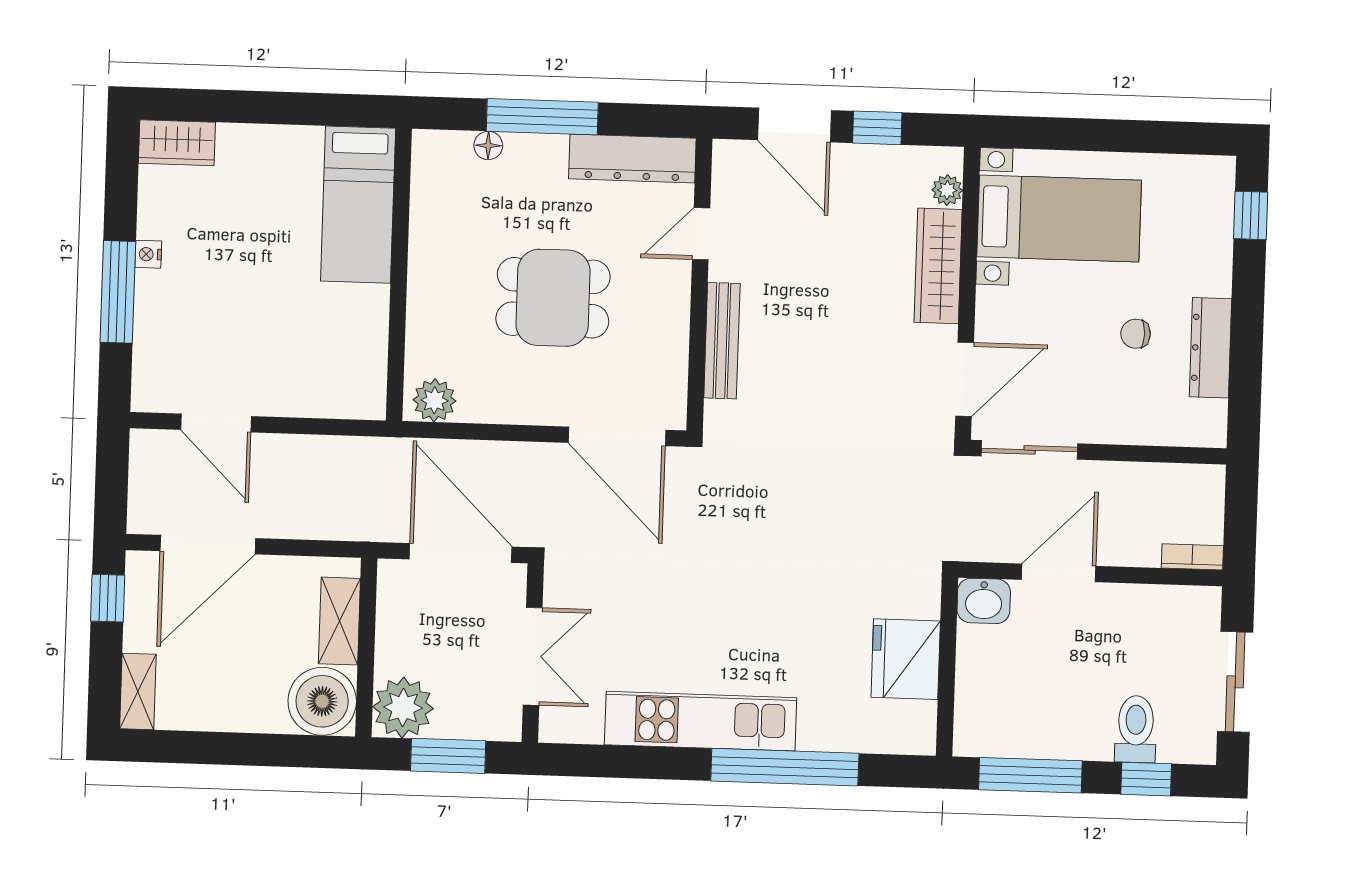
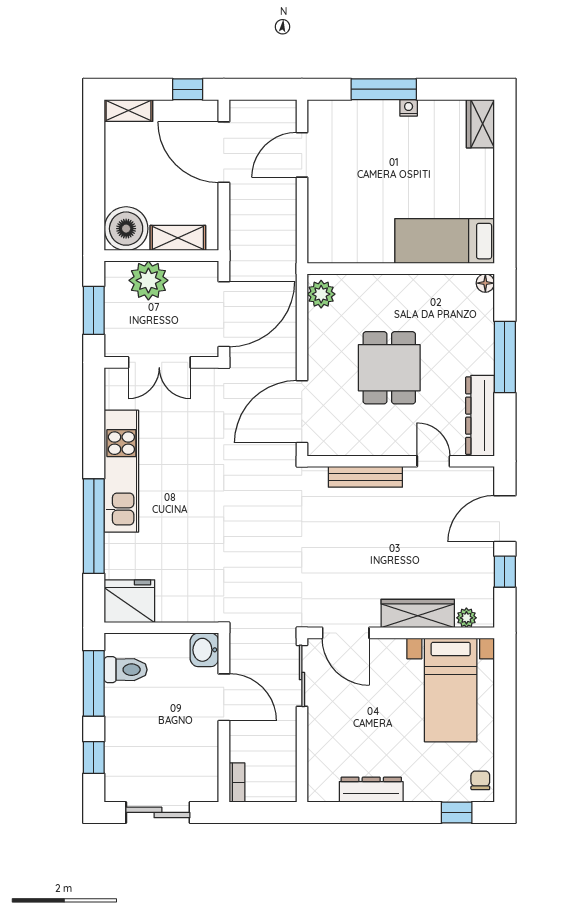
floor lamp: (488, 145) -> (485, 283), moved
chair: (1136, 334) -> (480, 780), moved
fridge: (906, 659) -> (129, 601), moved
plant: (403, 708) -> (148, 280), moved
toilet: (1136, 729) -> (126, 670), moved

